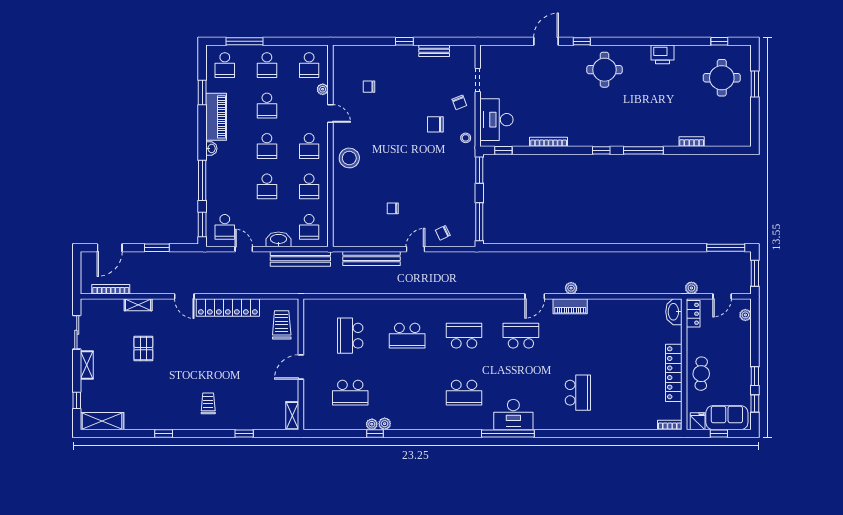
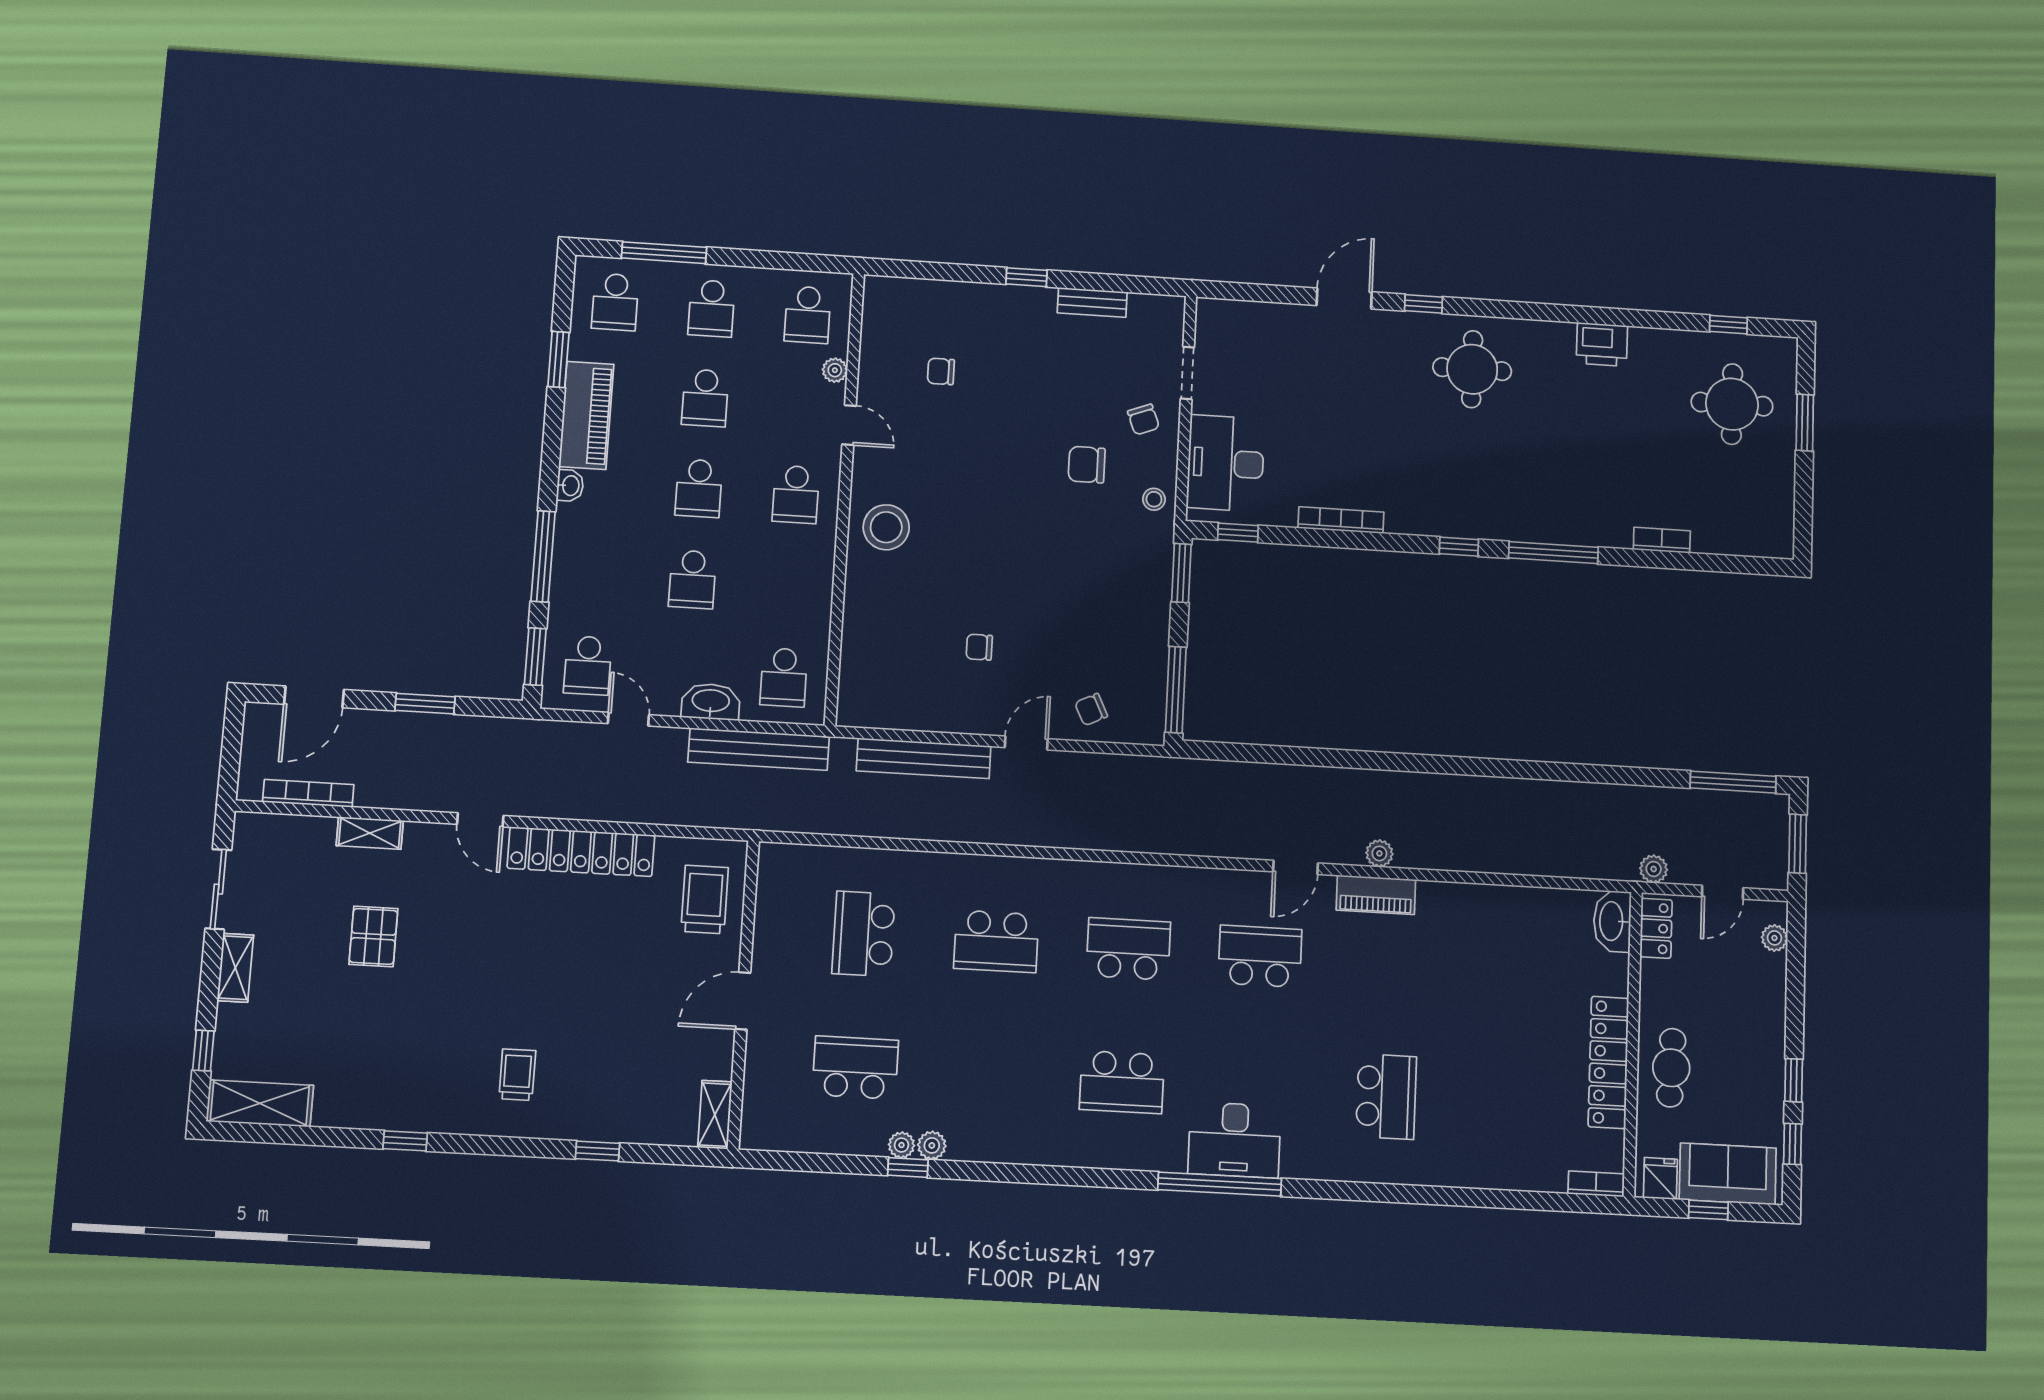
school desk: (309, 186) -> (790, 586), removed
school desk: (350, 393) -> (855, 1068), turned 180

